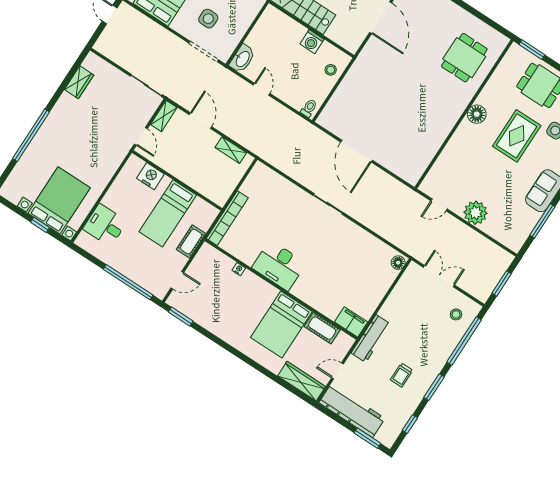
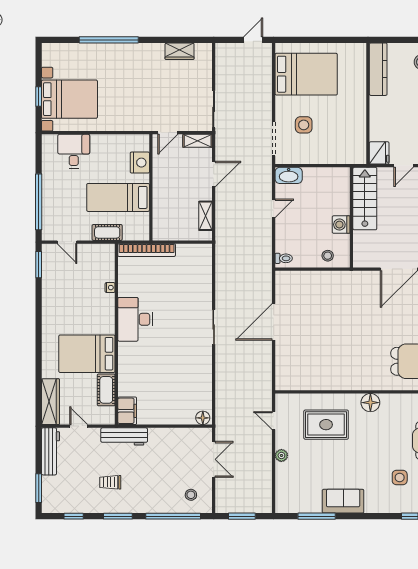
rug: (517, 136) -> (326, 425), moved
plant: (475, 213) -> (281, 455), width x0.53, depth x0.53
workbench: (352, 411) -> (50, 451), width x0.73, depth x0.76

